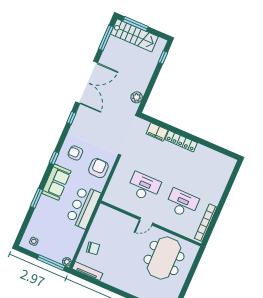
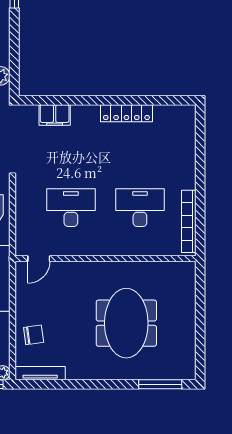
locker: (181, 141) -> (126, 113), moved
door: (146, 221) -> (39, 259), moved
meeting table: (164, 258) -> (126, 323), moved

